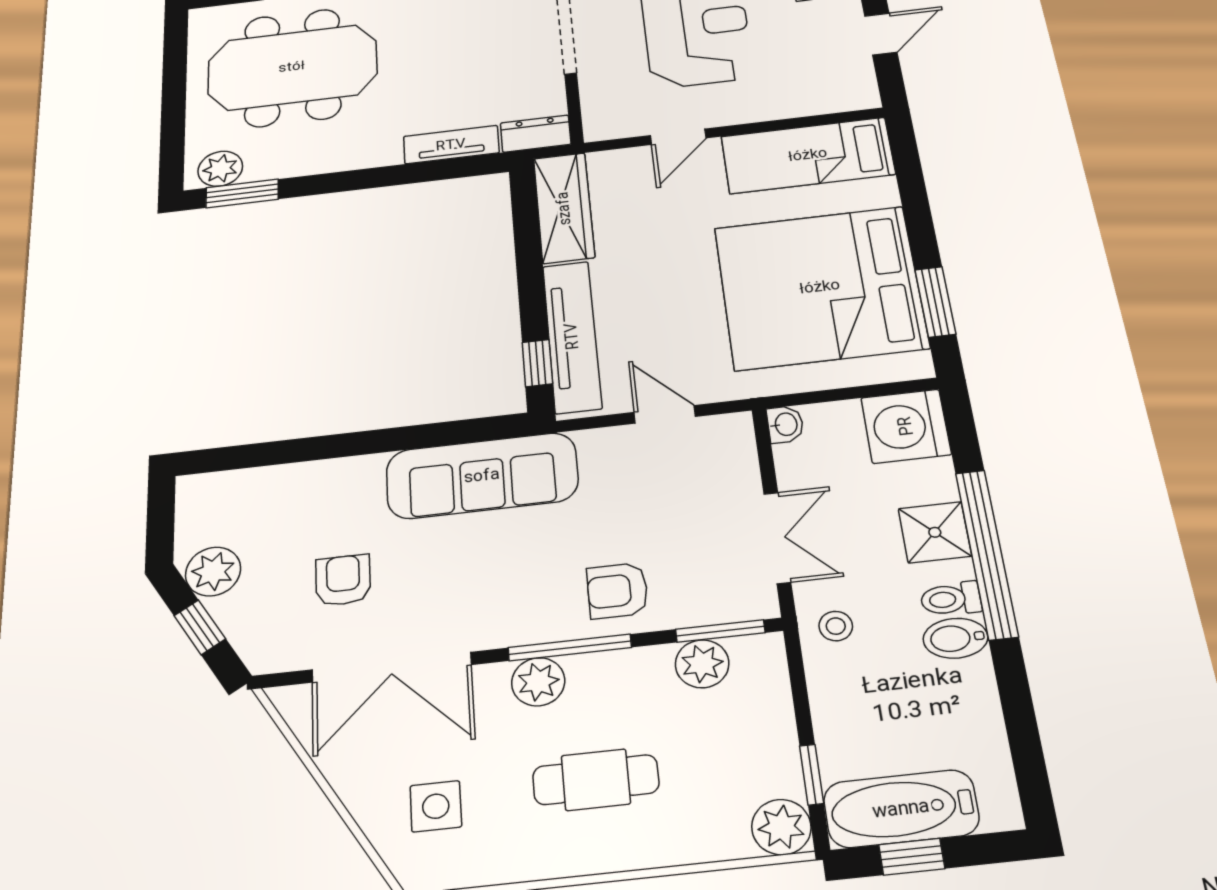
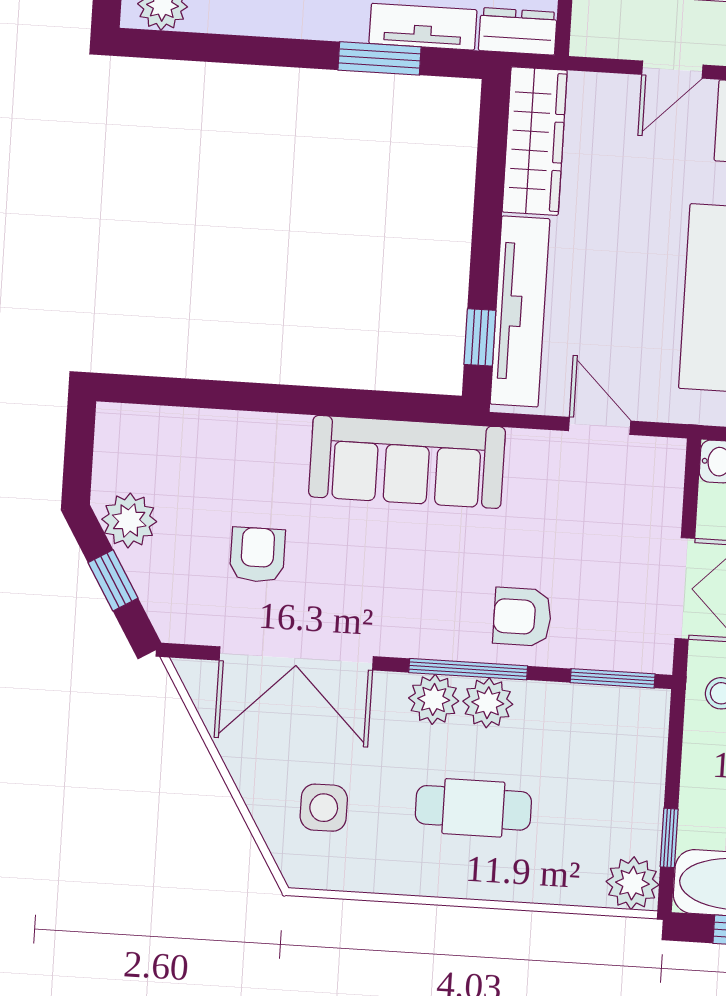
window: (242, 194) -> (380, 58), moved
plant: (702, 664) -> (488, 703), moved

